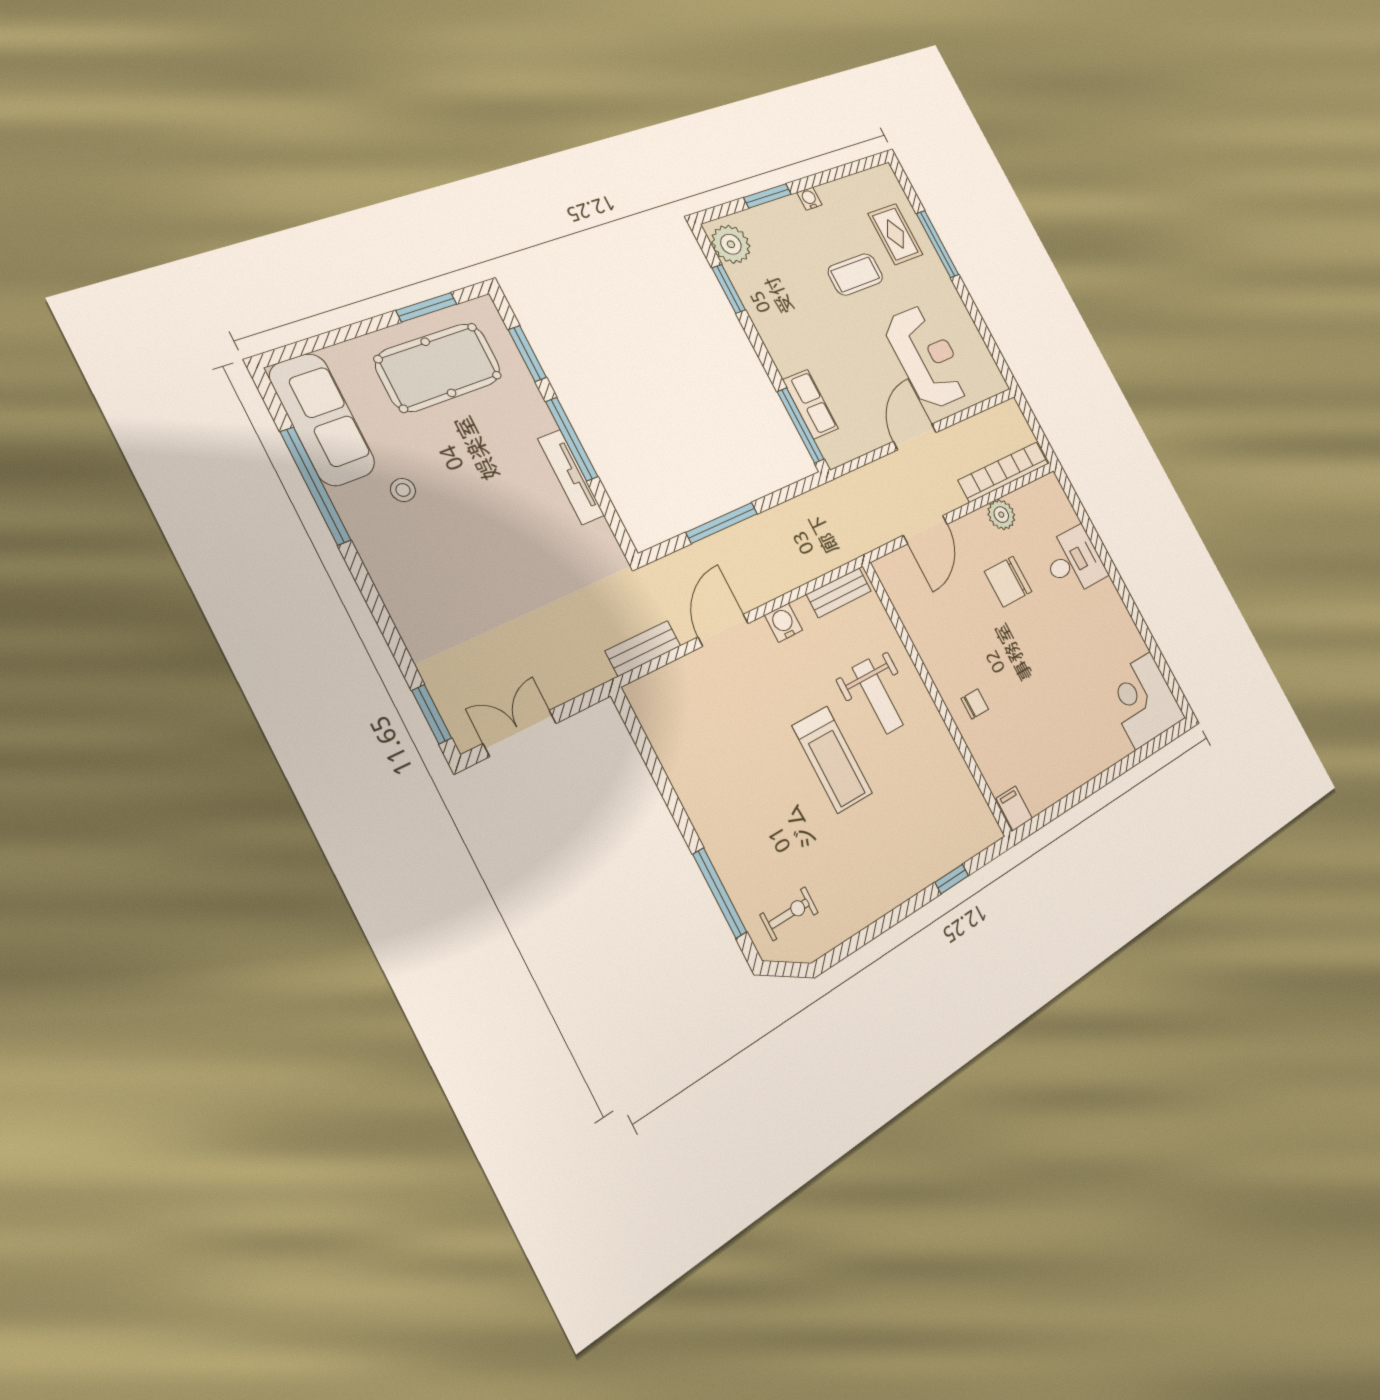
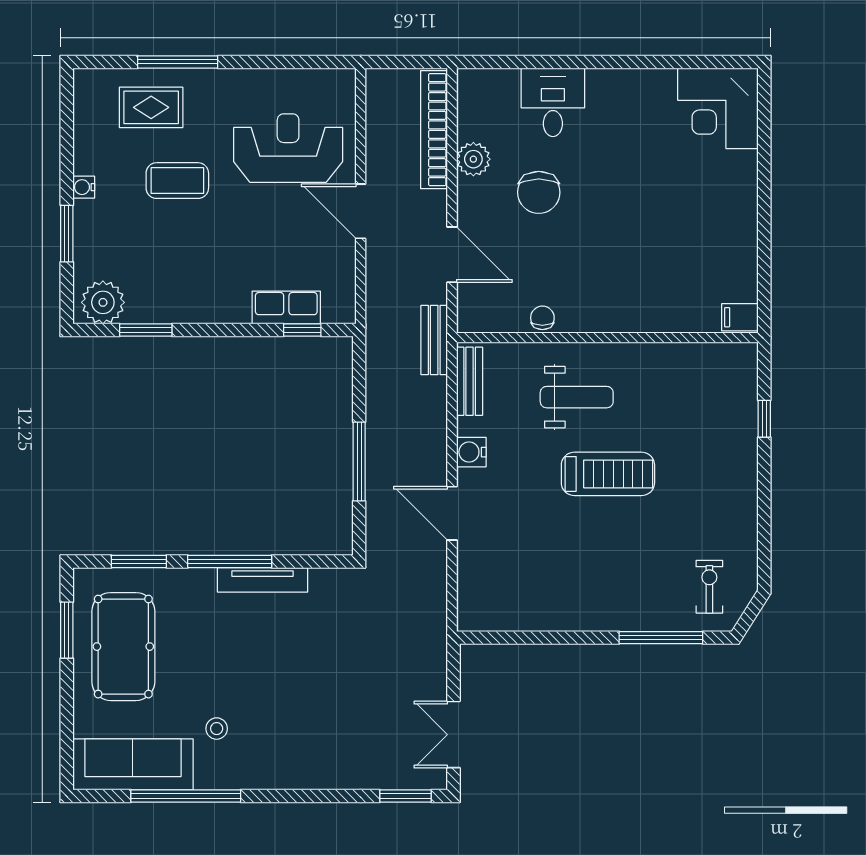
coffee table: (855, 274) -> (177, 181), turned 90
window: (801, 425) -> (302, 330), width x0.46
bench: (643, 648) -> (434, 340), moved
chair: (975, 704) -> (542, 318), moved

